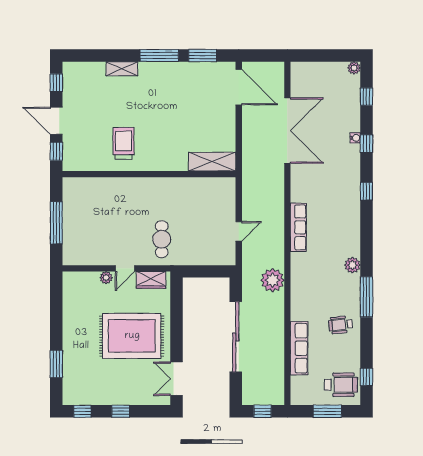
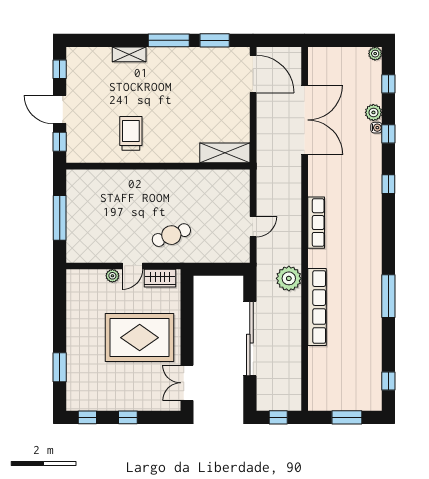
cafe table: (162, 239) -> (171, 235), turned 69
plant: (352, 265) -> (373, 112), moved
wheelchair: (341, 325) -> (361, 326), removed
row of seats: (299, 348) -> (317, 307), moved, width x1.36
wheelchair: (341, 385) -> (361, 389), removed

